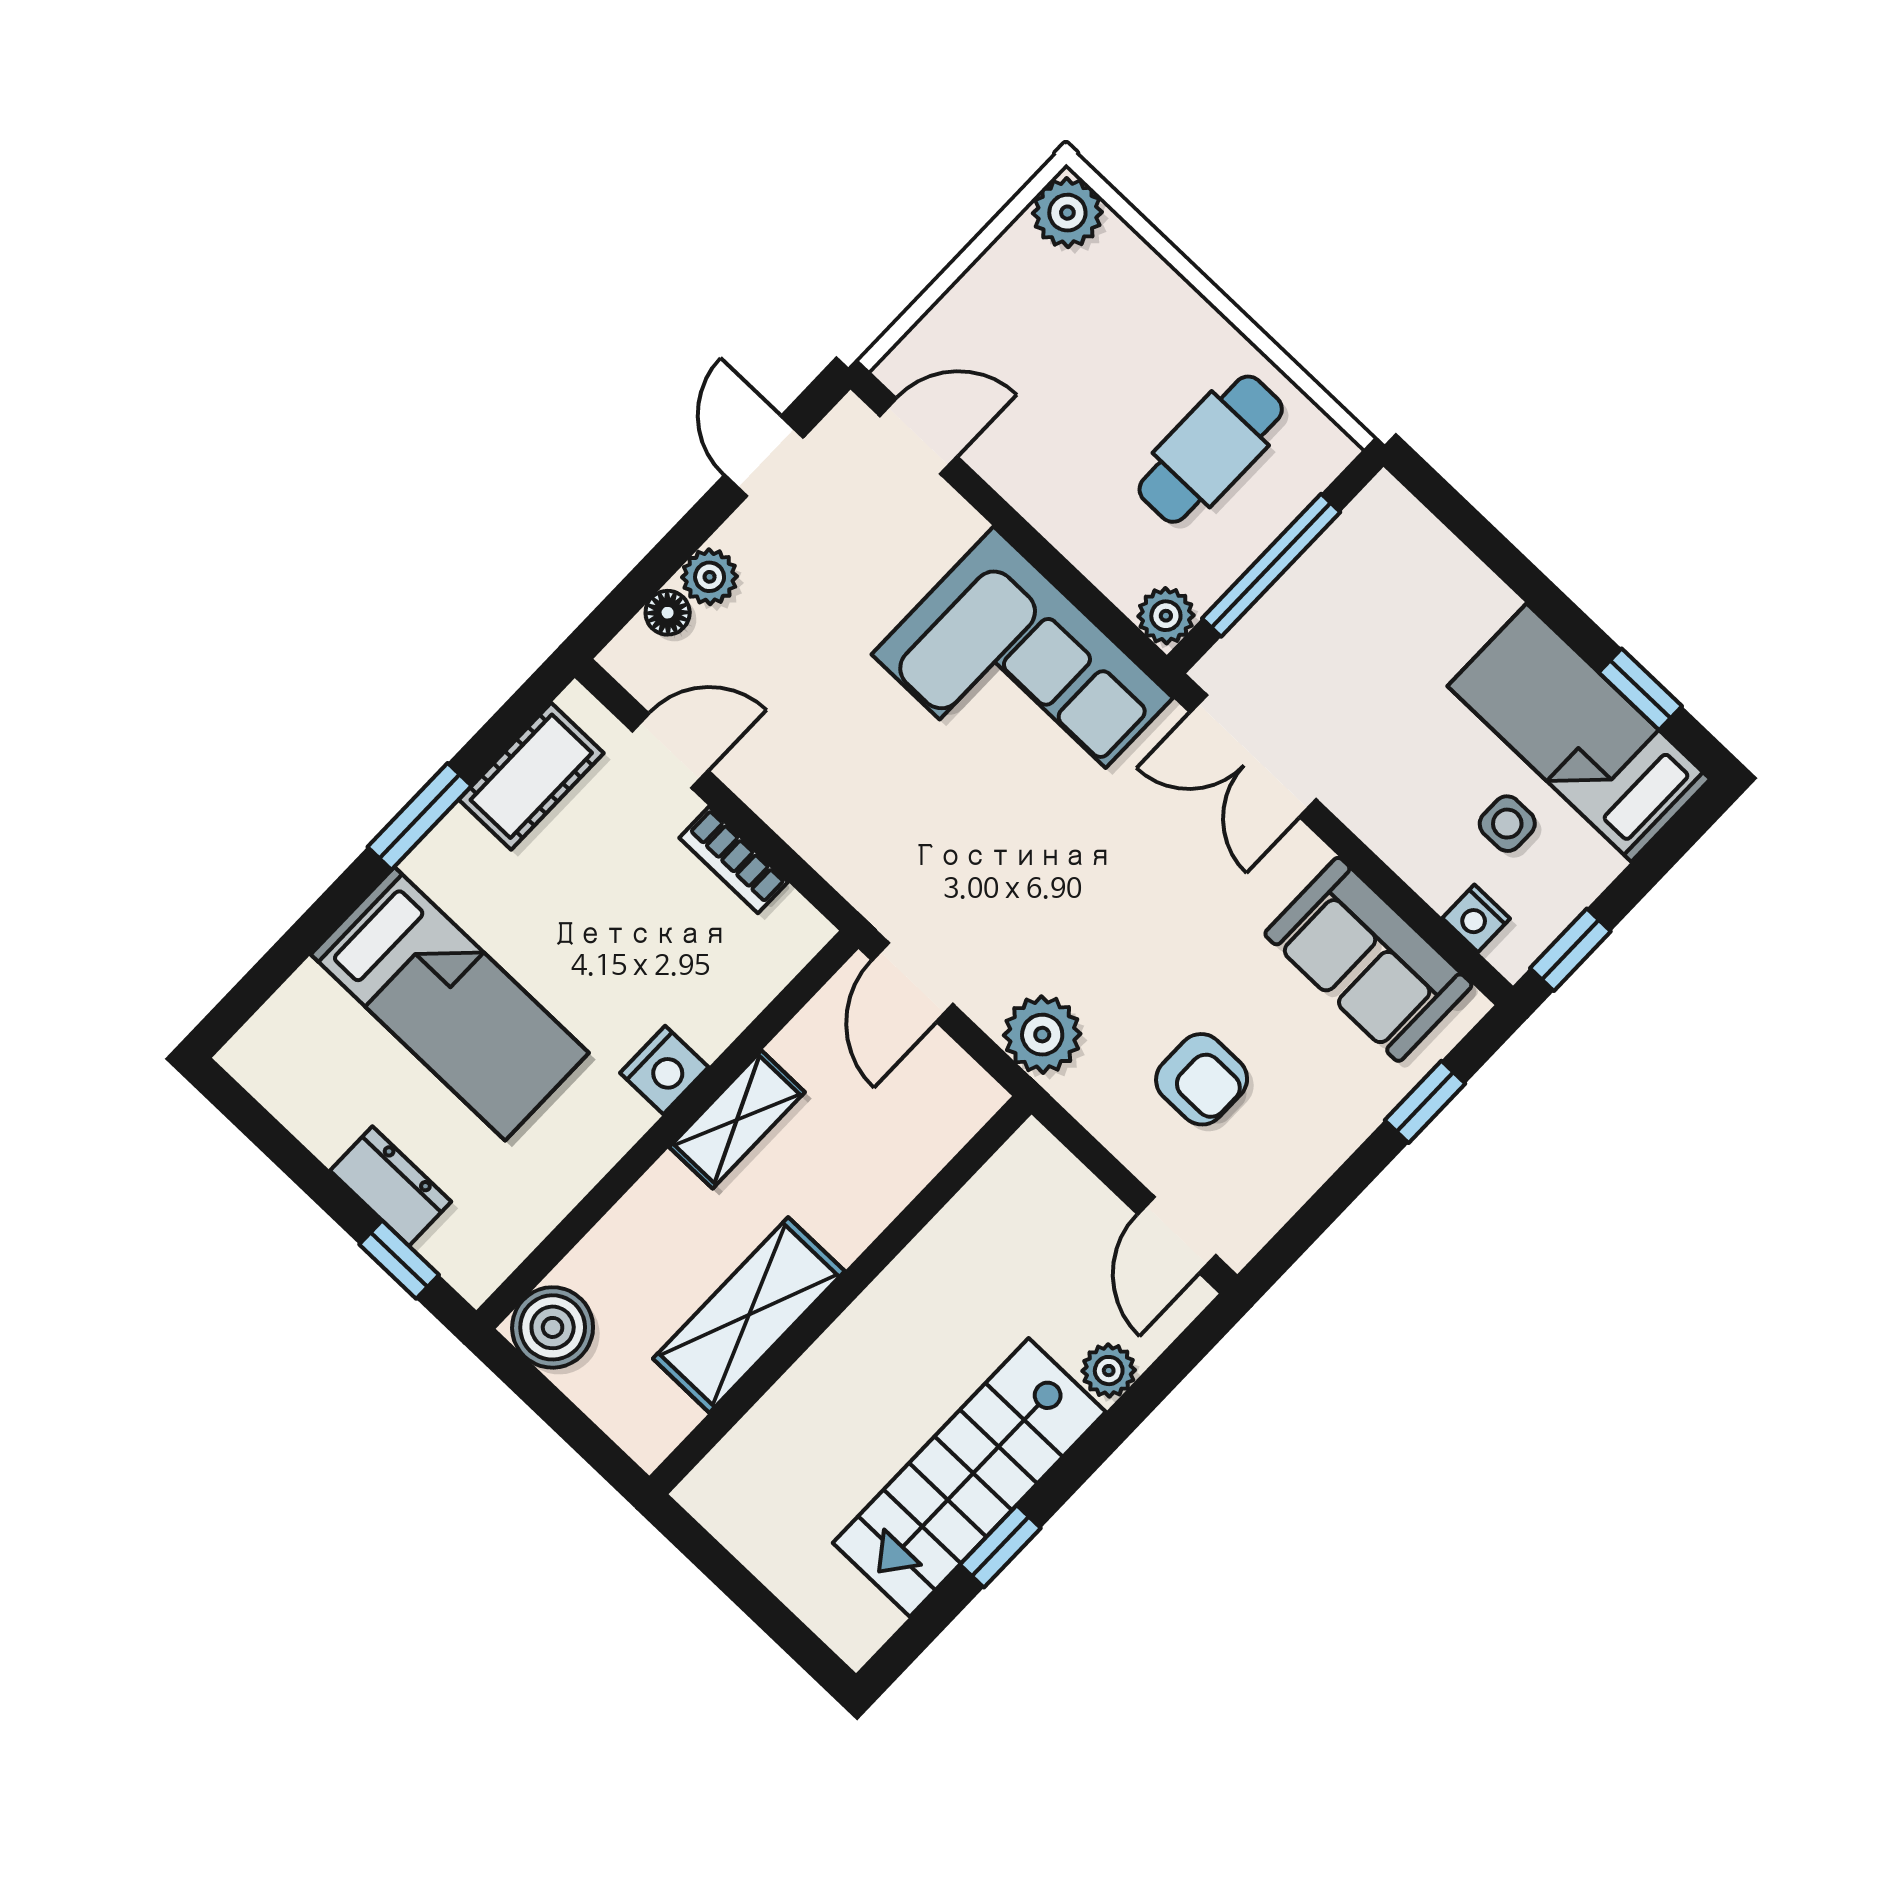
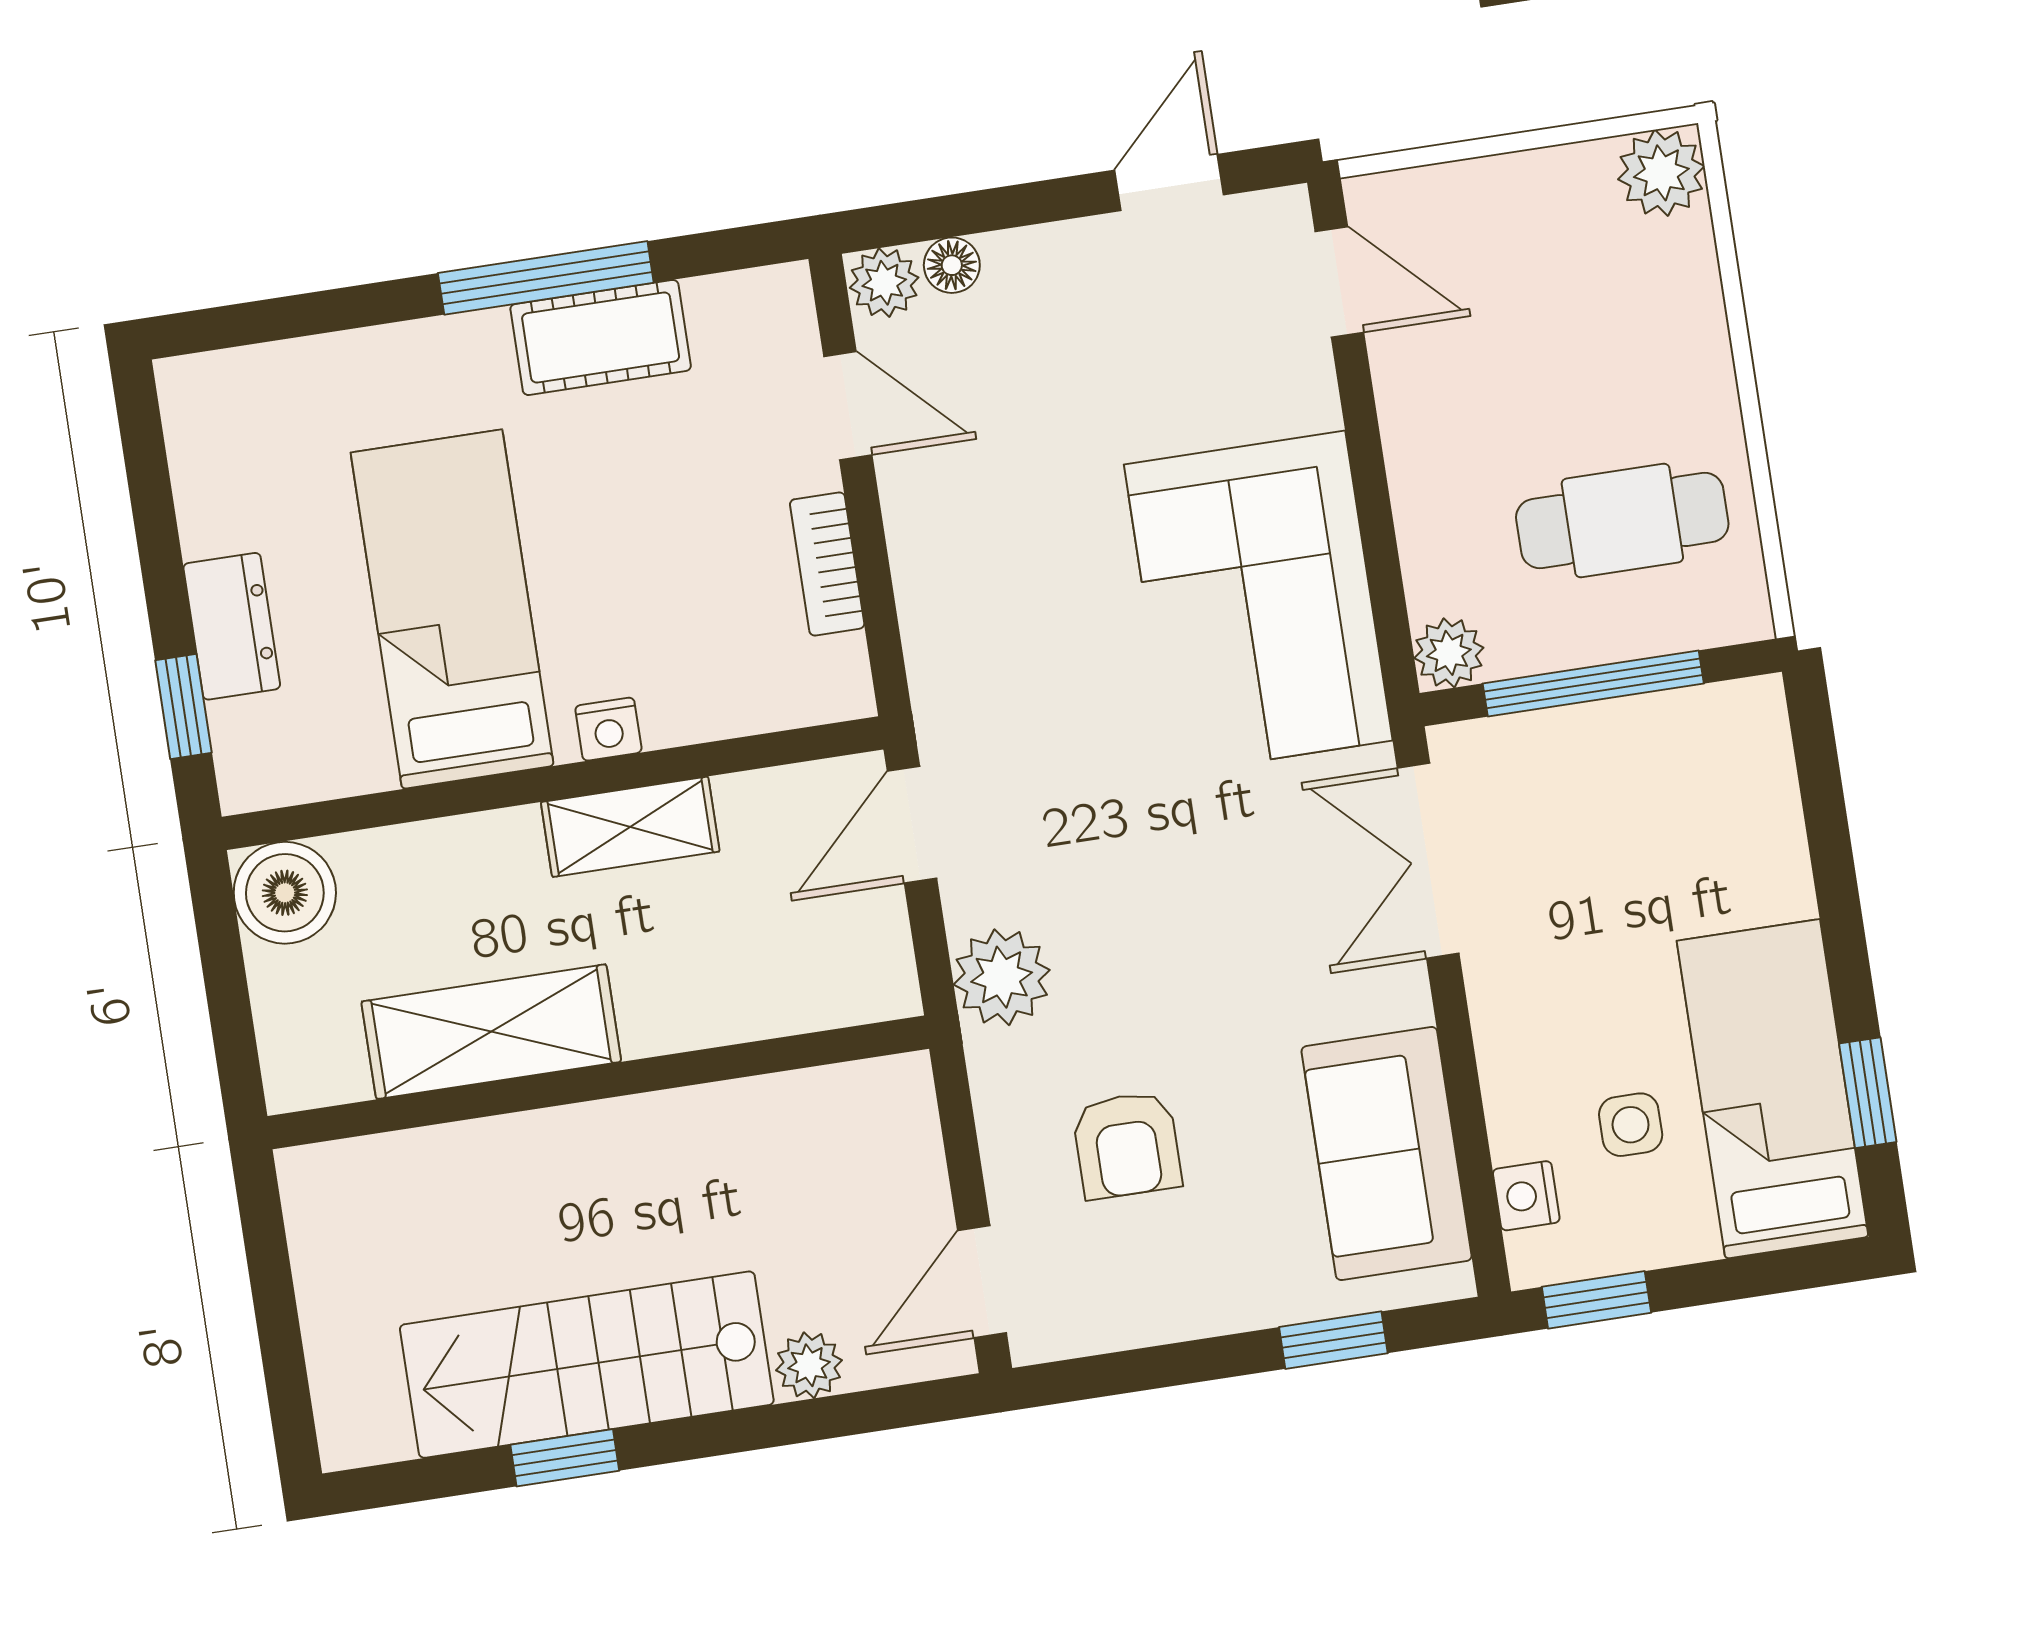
plant: (710, 577) -> (884, 283), moved
cot: (531, 776) -> (601, 337), moved
window: (419, 816) -> (546, 278), width x1.44
bed: (450, 1004) -> (452, 609), moved, turned 180
nightstand: (664, 1070) -> (608, 729), width x0.72, depth x0.74

